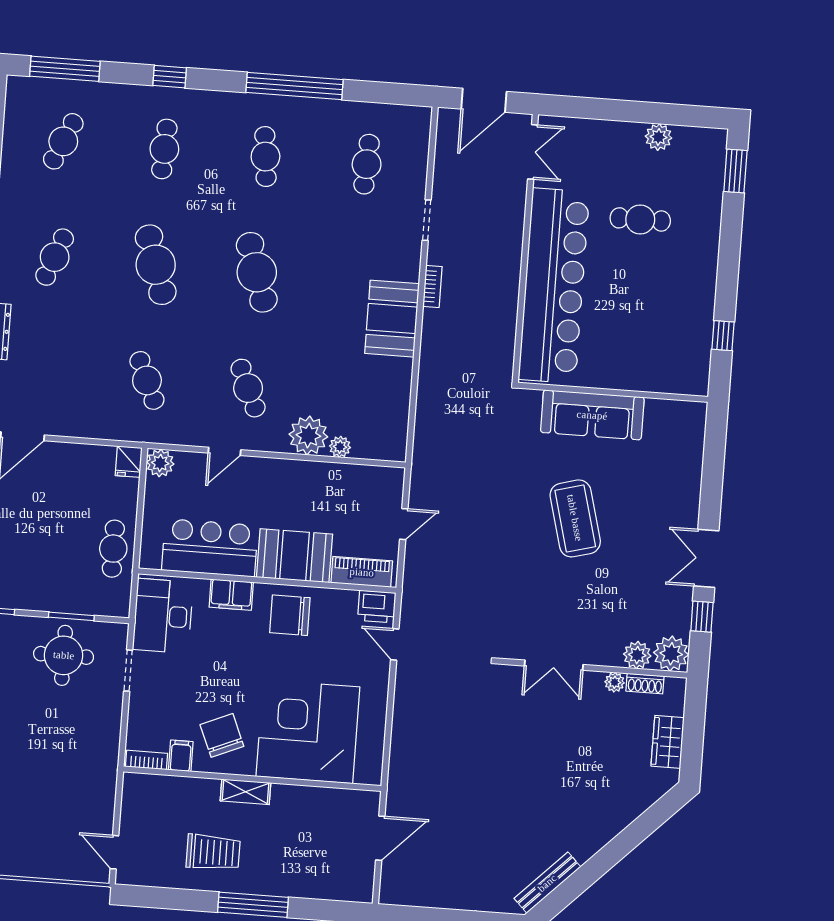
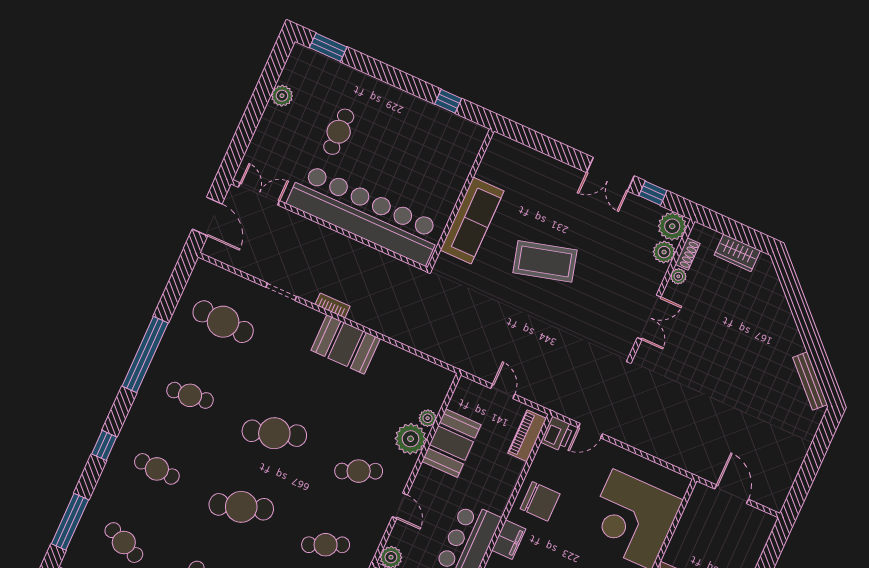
cafe table: (367, 164) -> (223, 322), width x1.37, depth x1.35
booth: (295, 556) -> (451, 443), moved
chair: (290, 615) -> (540, 501), turned -90

